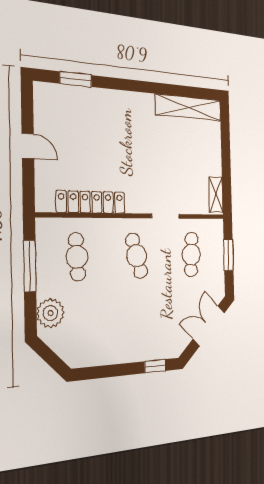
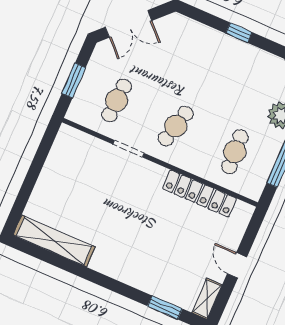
shelving: (216, 195) -> (207, 299), moved
cafe table: (137, 256) -> (176, 126), turned 30
window: (155, 366) -> (239, 33), moved

